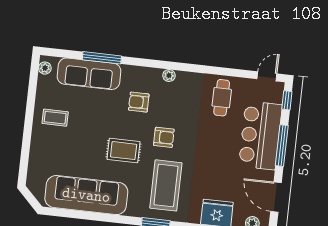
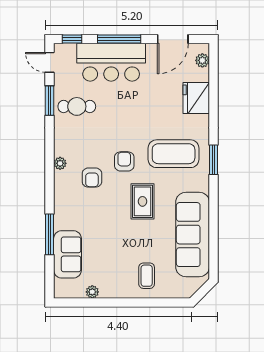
plant: (45, 68) -> (92, 292), moved
window: (230, 72) -> (50, 101), added
sofa: (89, 74) -> (67, 254), width x0.73
armchair: (139, 102) -> (92, 178), moved
coffee table: (55, 118) -> (147, 276), moved

